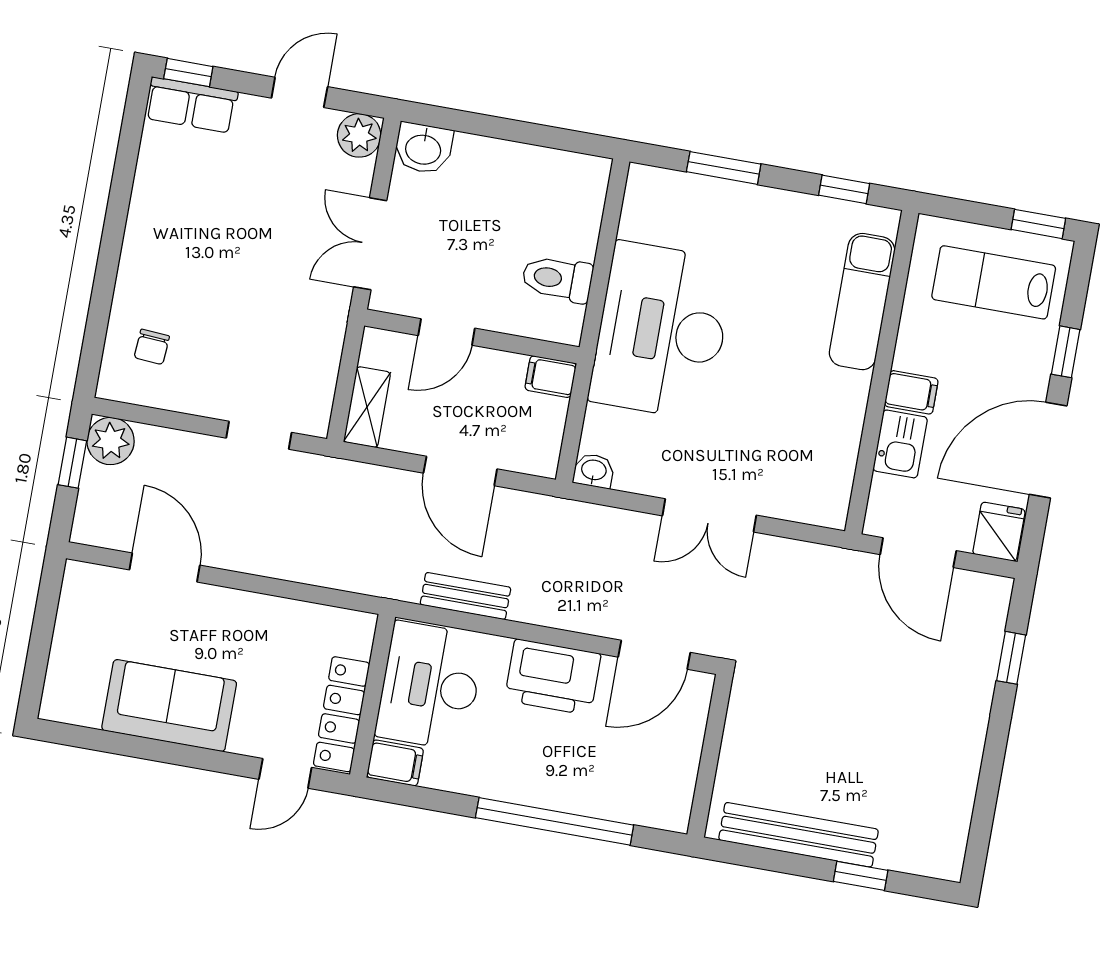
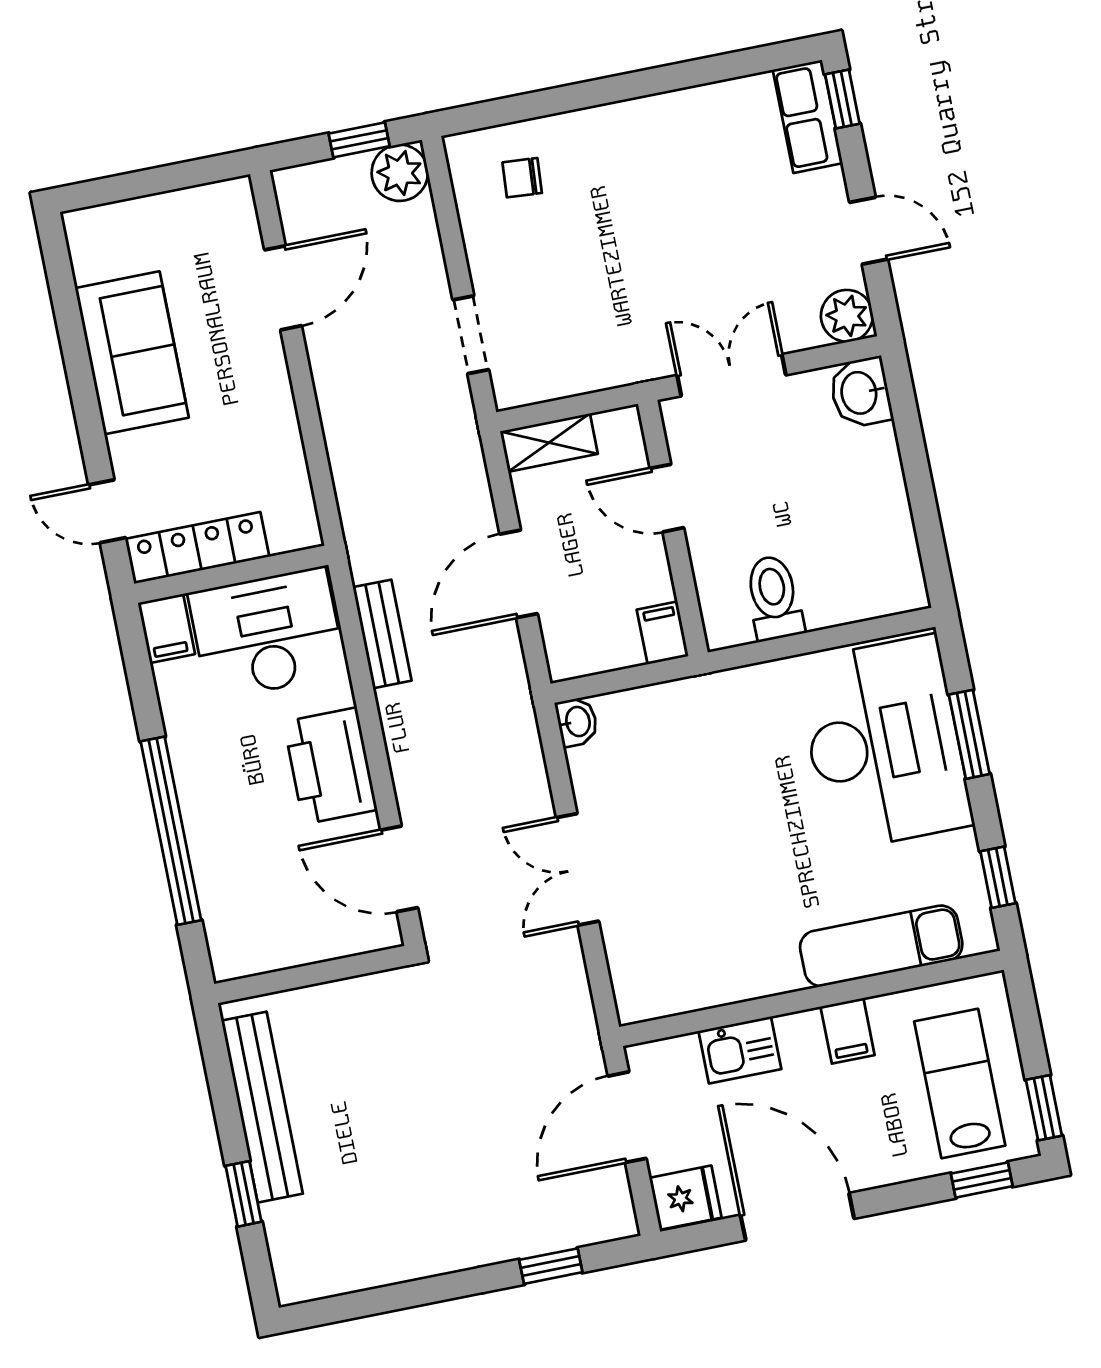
desk: (662, 331) -> (884, 743), moved, turned 90
window: (1066, 352) -> (982, 1180), moved
filing cabinet: (911, 392) -> (848, 1031), moved

